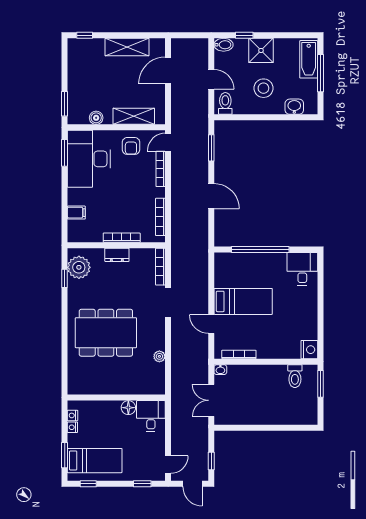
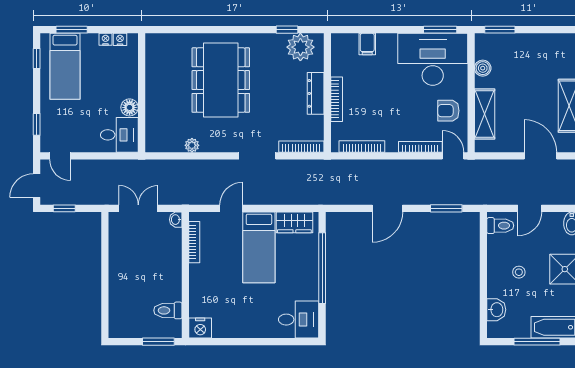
stool: (263, 88) -> (519, 272), width x0.53, depth x0.53
dresser: (117, 255) -> (316, 93), width x1.44
wardrobe: (223, 272) -> (294, 222), added

